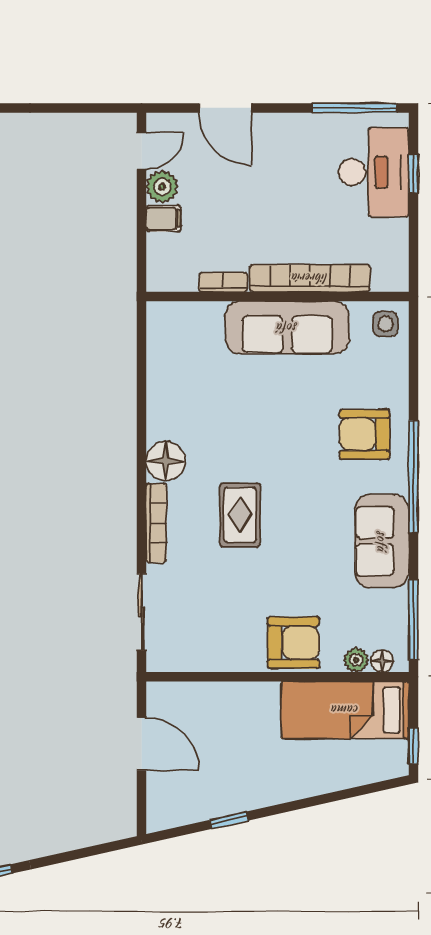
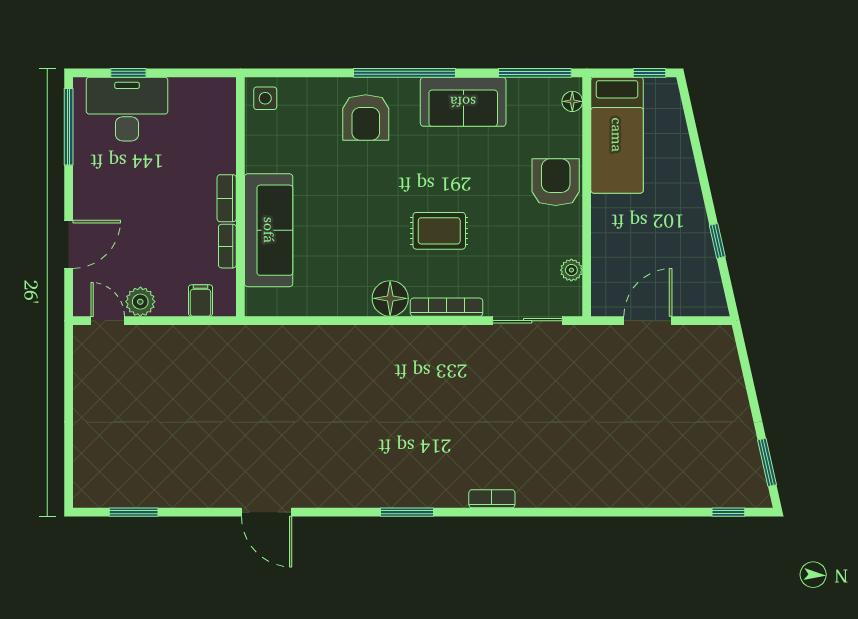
filing cabinet: (163, 218) -> (200, 301), moved
bookcase: (310, 278) -> (227, 198), width x0.43, depth x0.76
sofa: (287, 328) -> (269, 230), moved
plant: (356, 660) -> (571, 270), moved

